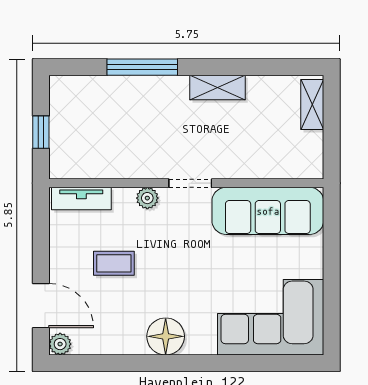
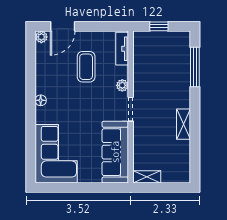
window: (142, 67) -> (195, 67), moved
shelving: (312, 105) -> (147, 177), moved
coffee table: (114, 263) -> (86, 67), width x1.36, depth x1.30
floor lamp: (166, 336) -> (41, 100), width x0.53, depth x0.53

